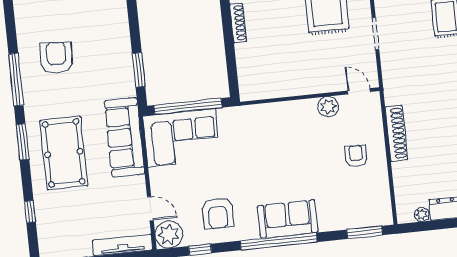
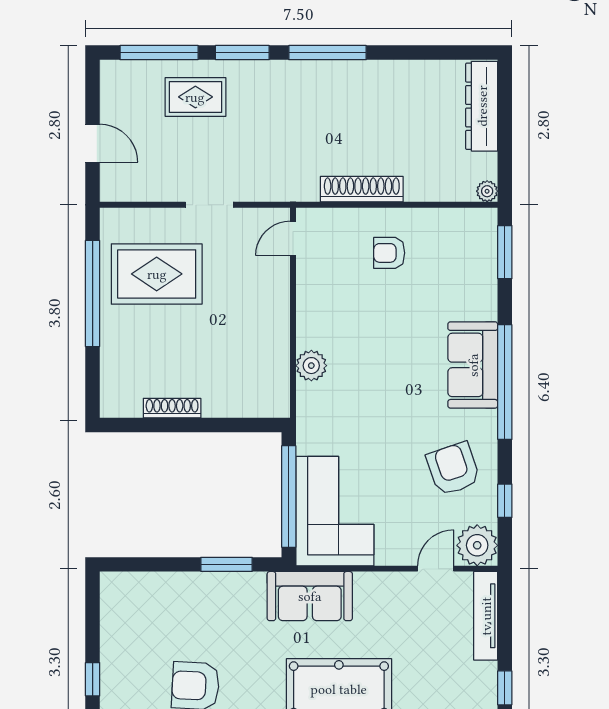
plant: (328, 107) -> (311, 366), moved
sofa: (125, 137) -> (310, 596), width x0.73
armchair: (218, 213) -> (453, 469), turned -109
plant: (422, 215) -> (487, 191), moved

